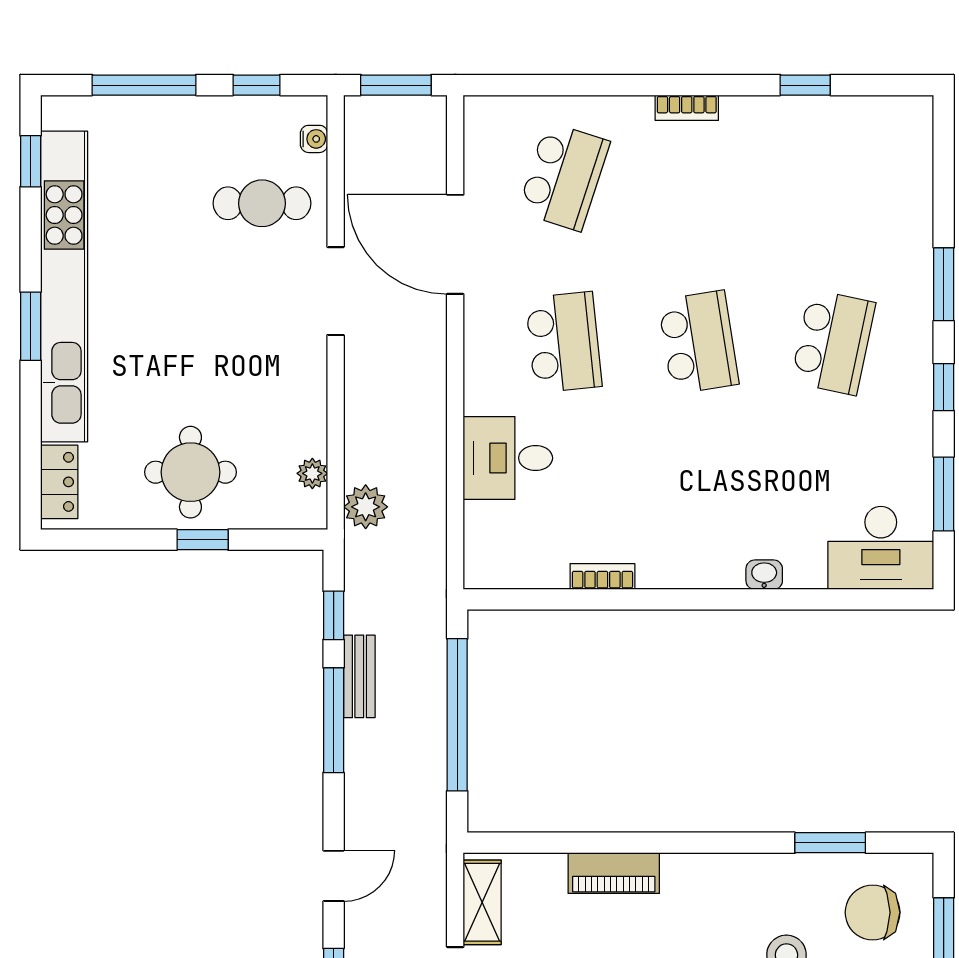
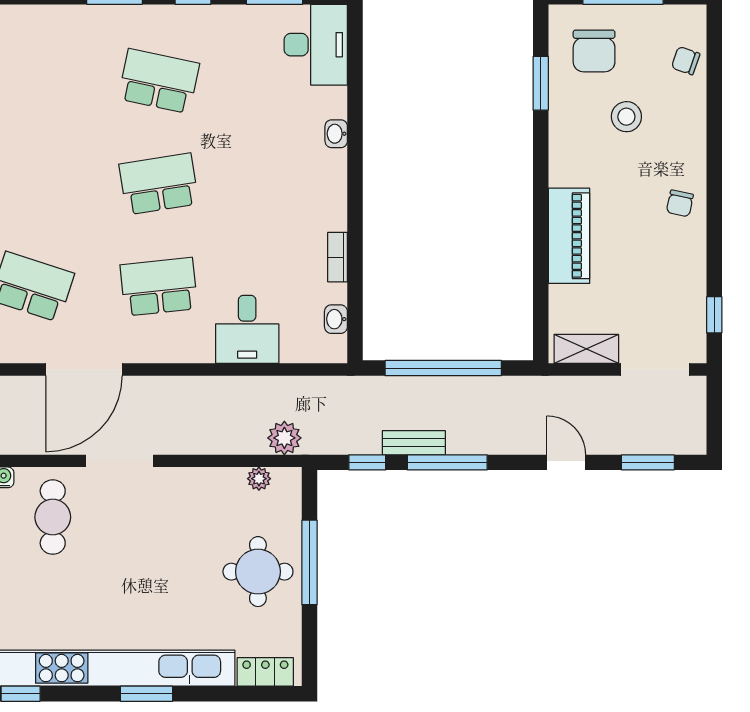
window: (203, 540) -> (309, 562), width x2.17
washbasin: (521, 574) -> (336, 319), added
piano: (614, 873) -> (569, 236), width x1.37, depth x1.33

